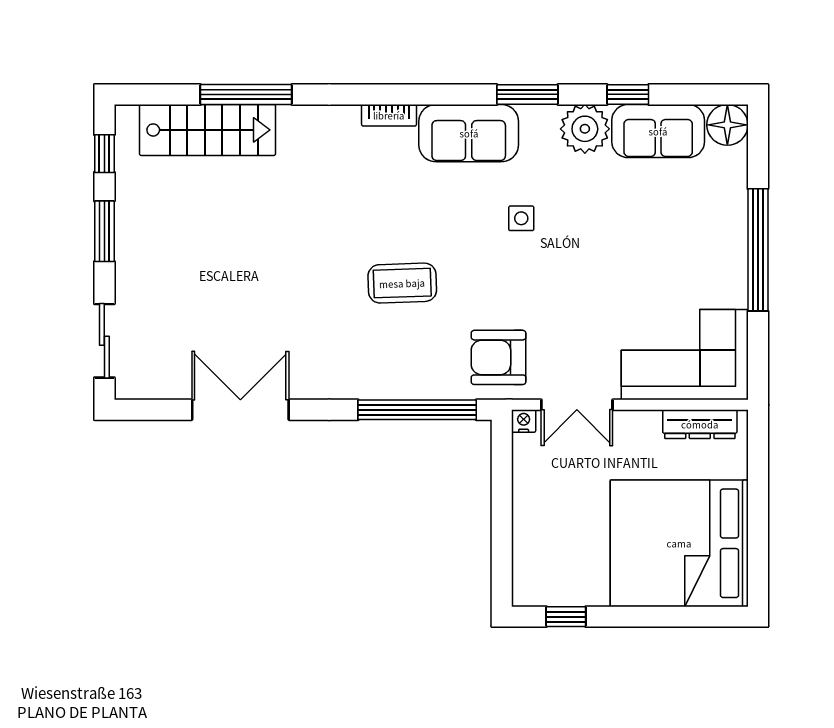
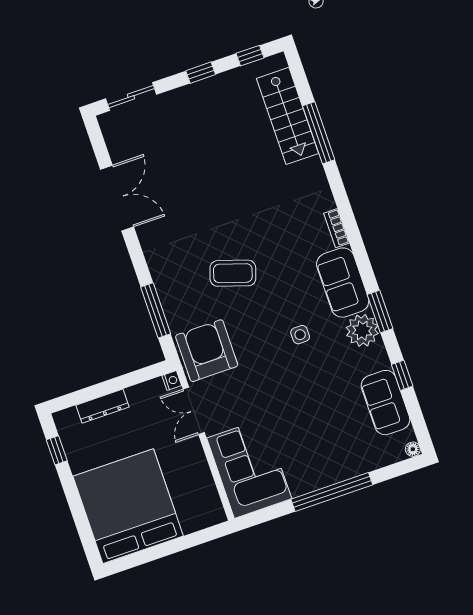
floor lamp: (727, 125) -> (413, 449), width x0.53, depth x0.53
plant: (585, 129) -> (362, 330), moved
window: (104, 231) -> (201, 73), width x0.67
coffee table: (402, 283) -> (233, 273), turned -70
armchair: (499, 357) -> (207, 351), width x1.36, depth x1.36
window: (417, 410) -> (156, 310), width x0.68
dresser: (700, 424) -> (102, 406), moved, turned -90

